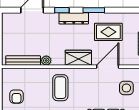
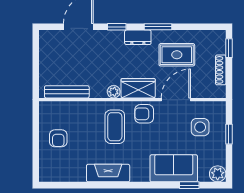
dresser: (74, 18) -> (138, 37), width x0.70
plant: (46, 61) -> (114, 92), moved
armchair: (83, 78) -> (144, 114), added

